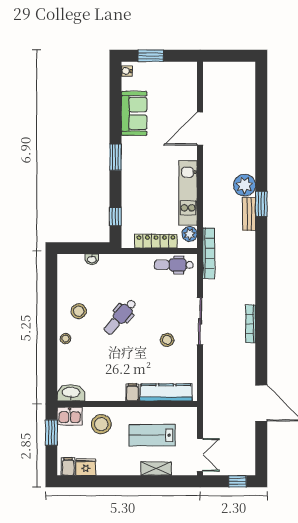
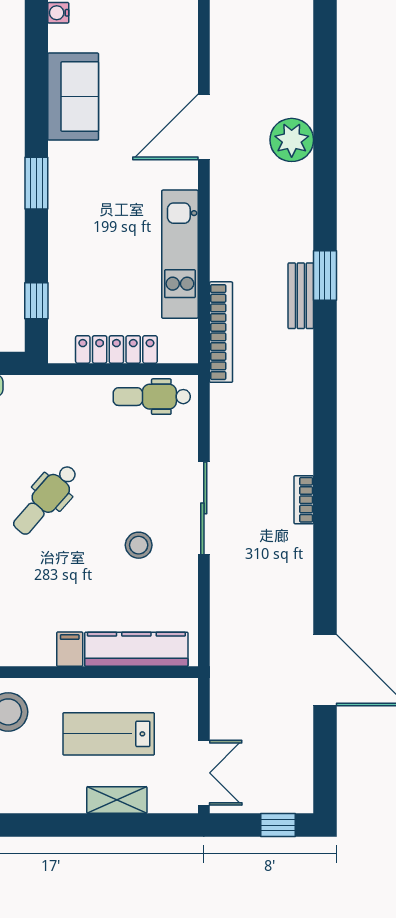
plant: (244, 185) -> (292, 140), moved
plant: (190, 234) -> (183, 336), removed
bookcase: (209, 253) -> (221, 332), moved
bookcase: (251, 324) -> (304, 500), width x0.64

